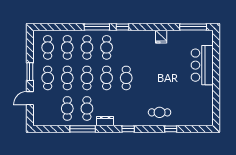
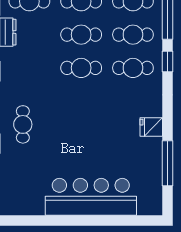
window: (193, 27) -> (168, 163), moved
cafe table: (126, 47) -> (133, 68), added
bar counter: (202, 65) -> (91, 197), width x1.36

